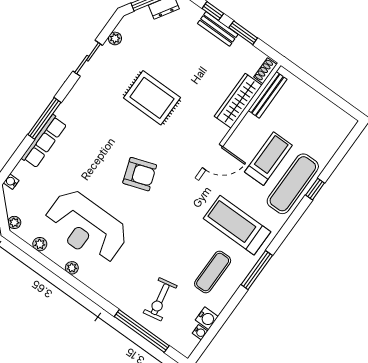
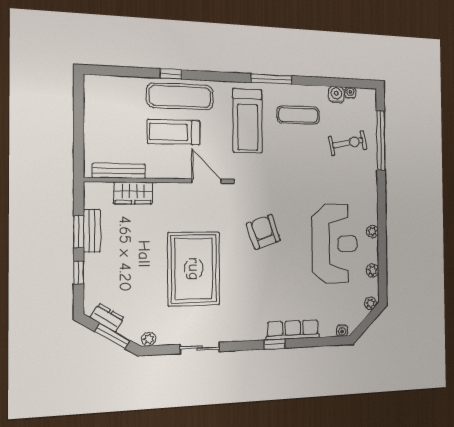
bench: (218, 29) -> (92, 231), moved
plant: (115, 38) -> (149, 339), moved
shoe rack: (265, 71) -> (99, 188), removed
rug: (152, 98) -> (194, 269), width x1.37, depth x1.44
wardrobe: (238, 101) -> (133, 193), width x0.67
window: (44, 118) -> (275, 344), width x0.46

